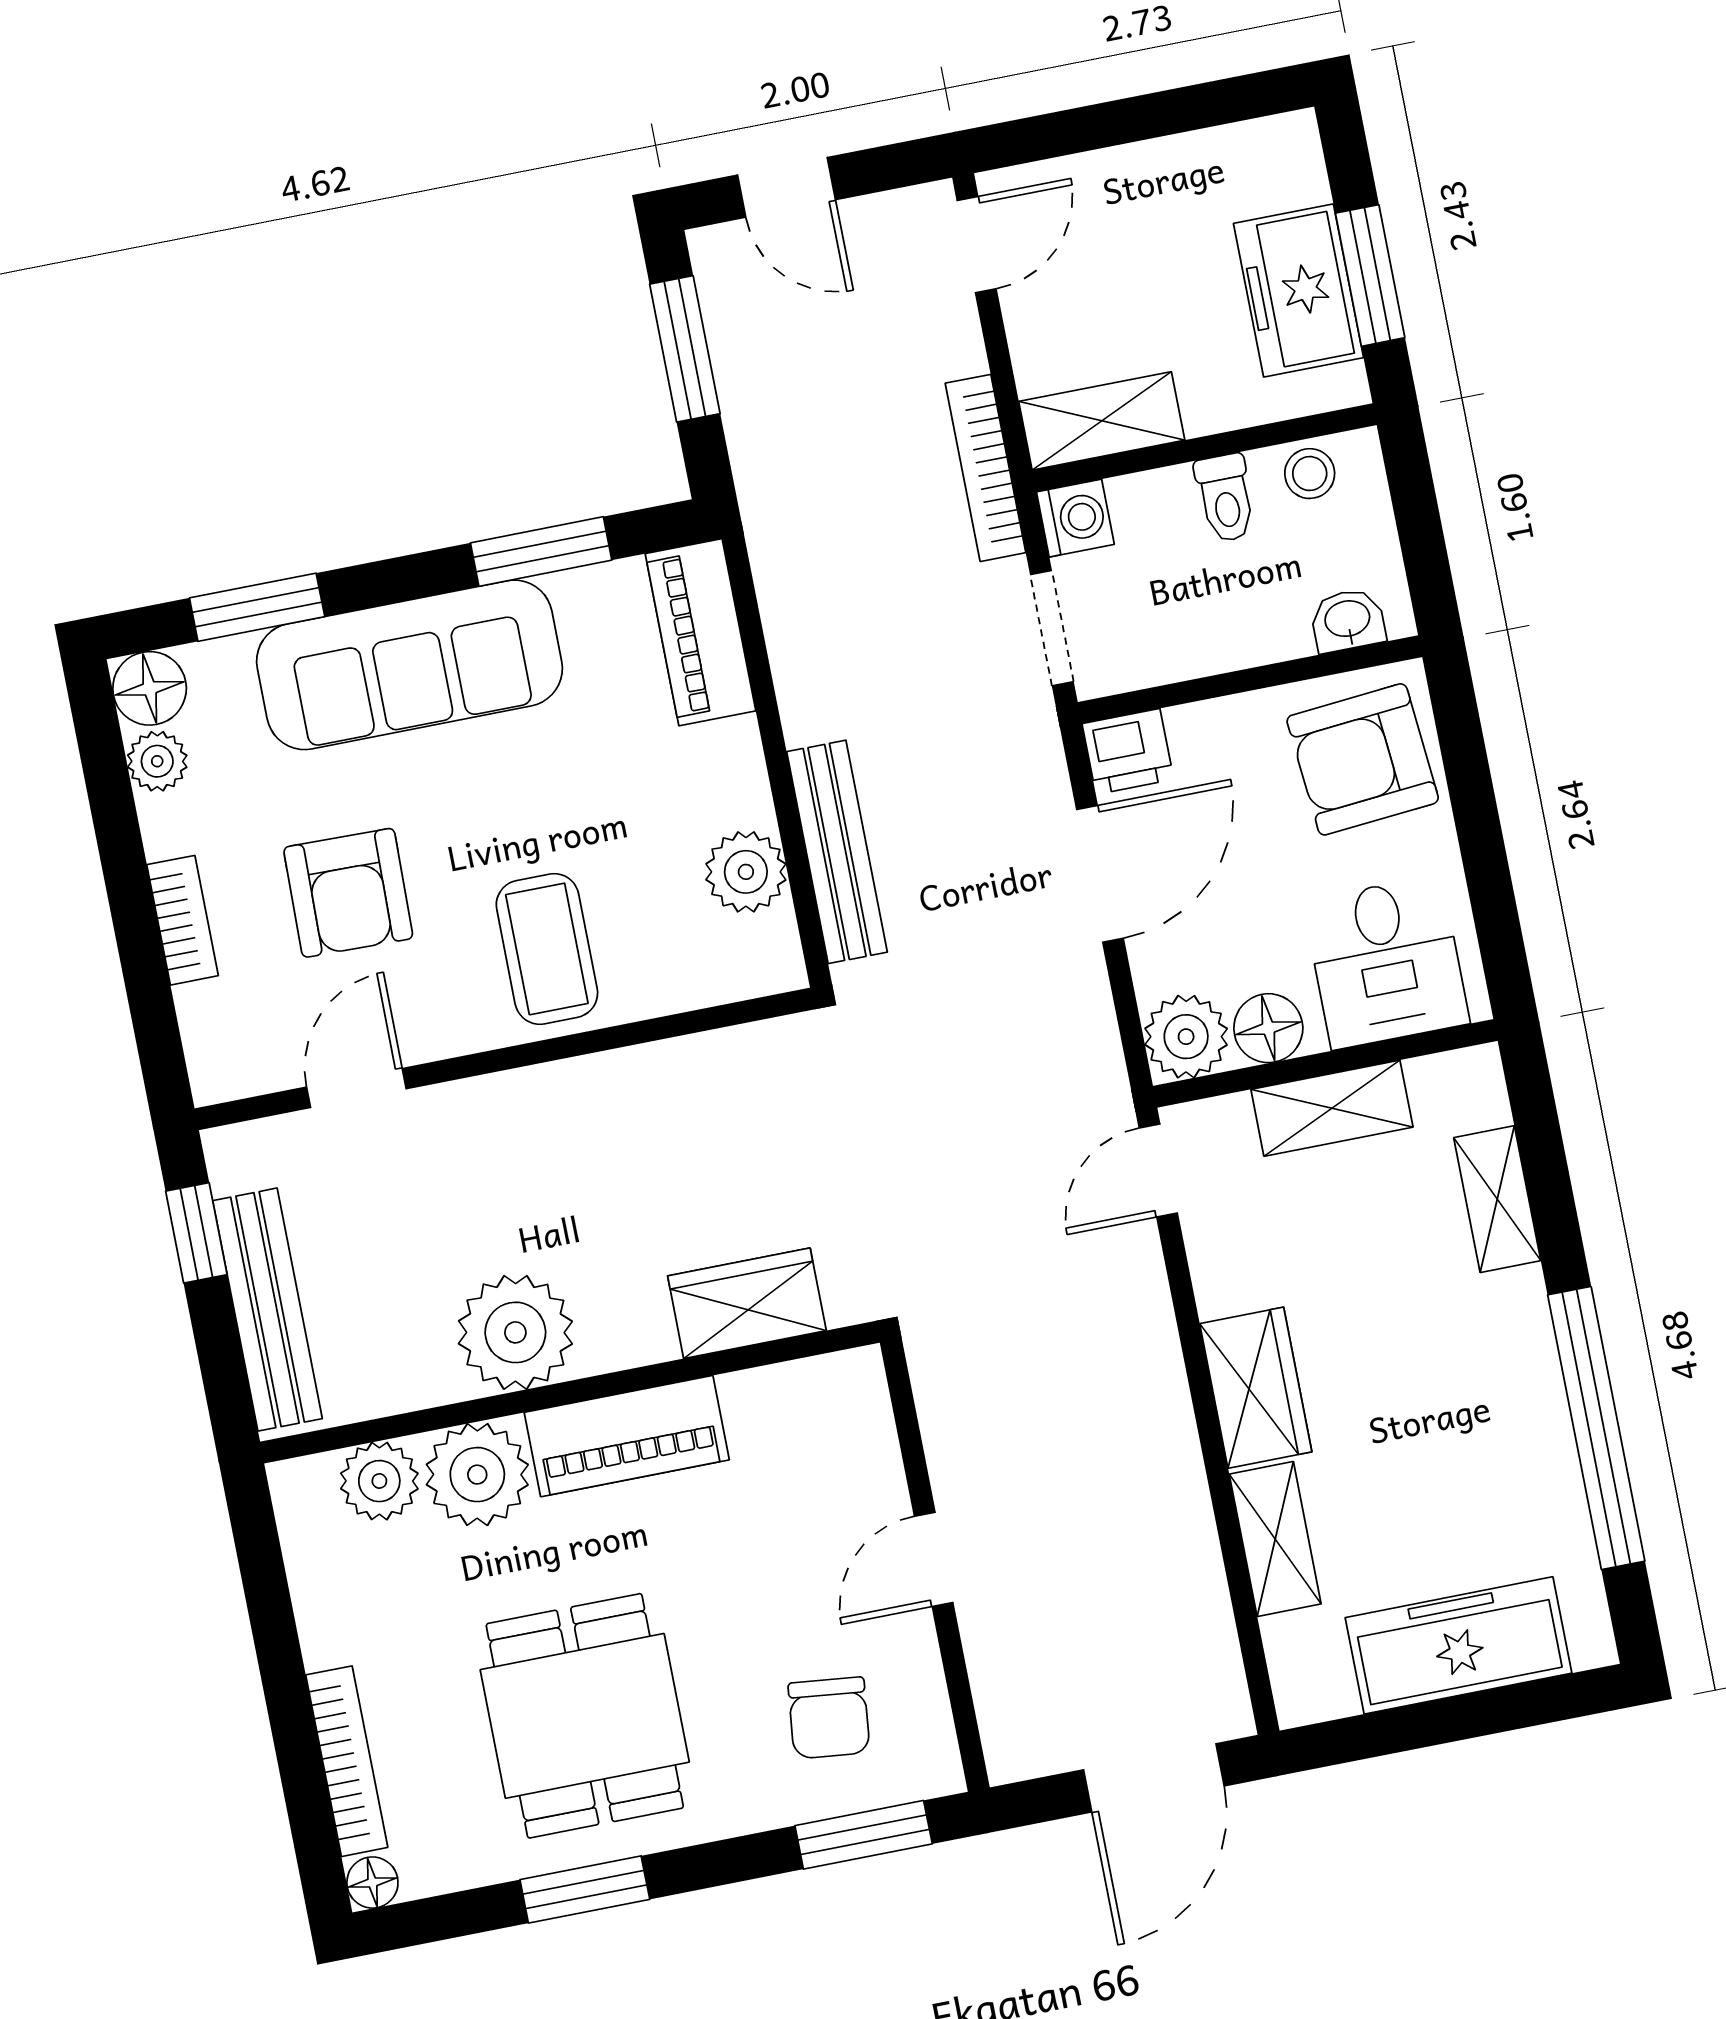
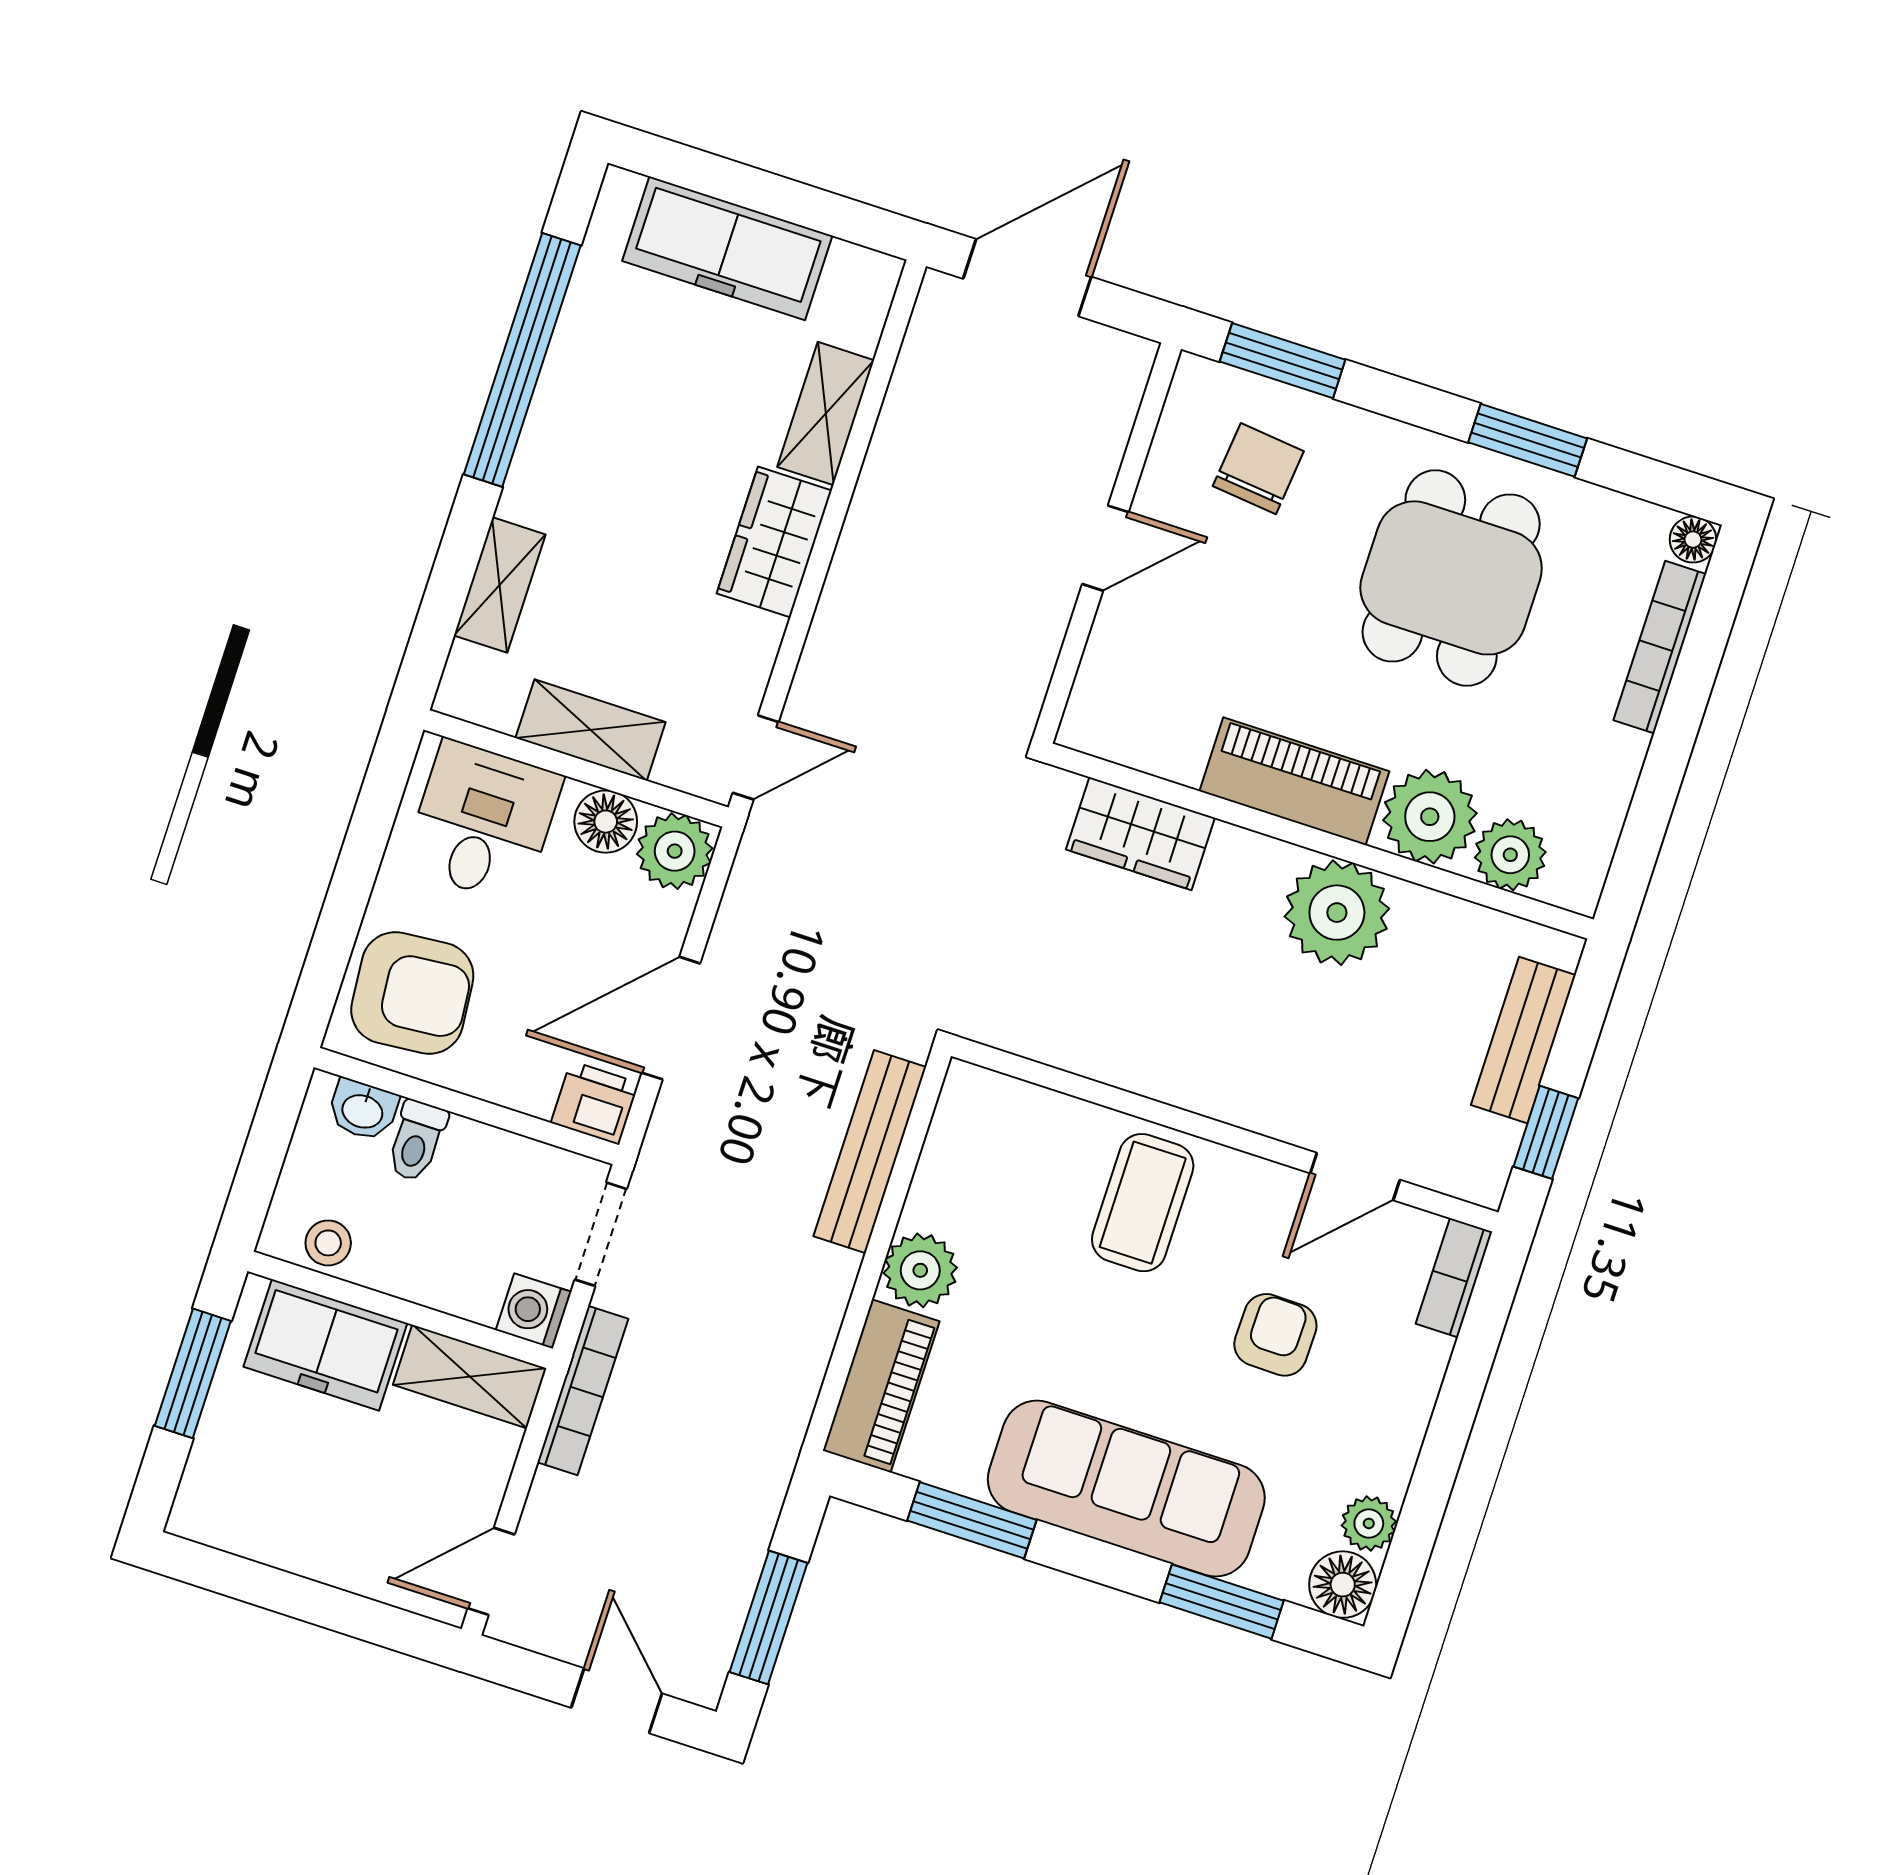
freezer: (1299, 290) -> (325, 1345), moved, turned 90
toilet: (1225, 498) -> (417, 1141), moved, turned 180
plant: (746, 872) -> (920, 1270), moved
armchair: (348, 893) -> (1275, 1335), width x0.72, depth x0.72
bookcase: (183, 920) -> (1454, 1278), moved
bench: (267, 1310) -> (1523, 1040), width x0.73

